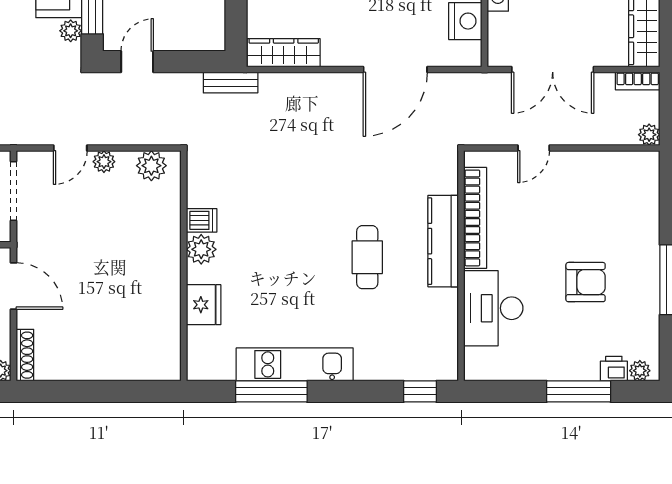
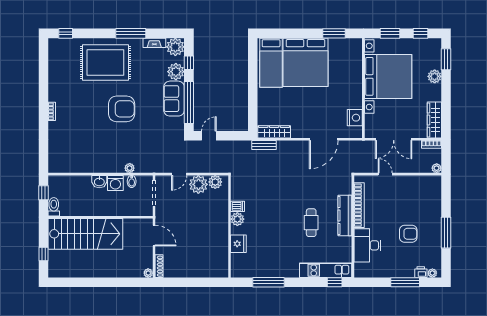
plant: (71, 31) -> (179, 122), removed
bench: (231, 83) -> (264, 145), moved
door: (534, 148) -> (385, 174), swing flipped
plant: (104, 162) -> (198, 184), width x1.87, depth x1.87
kitchen unit: (295, 364) -> (326, 270), moved

